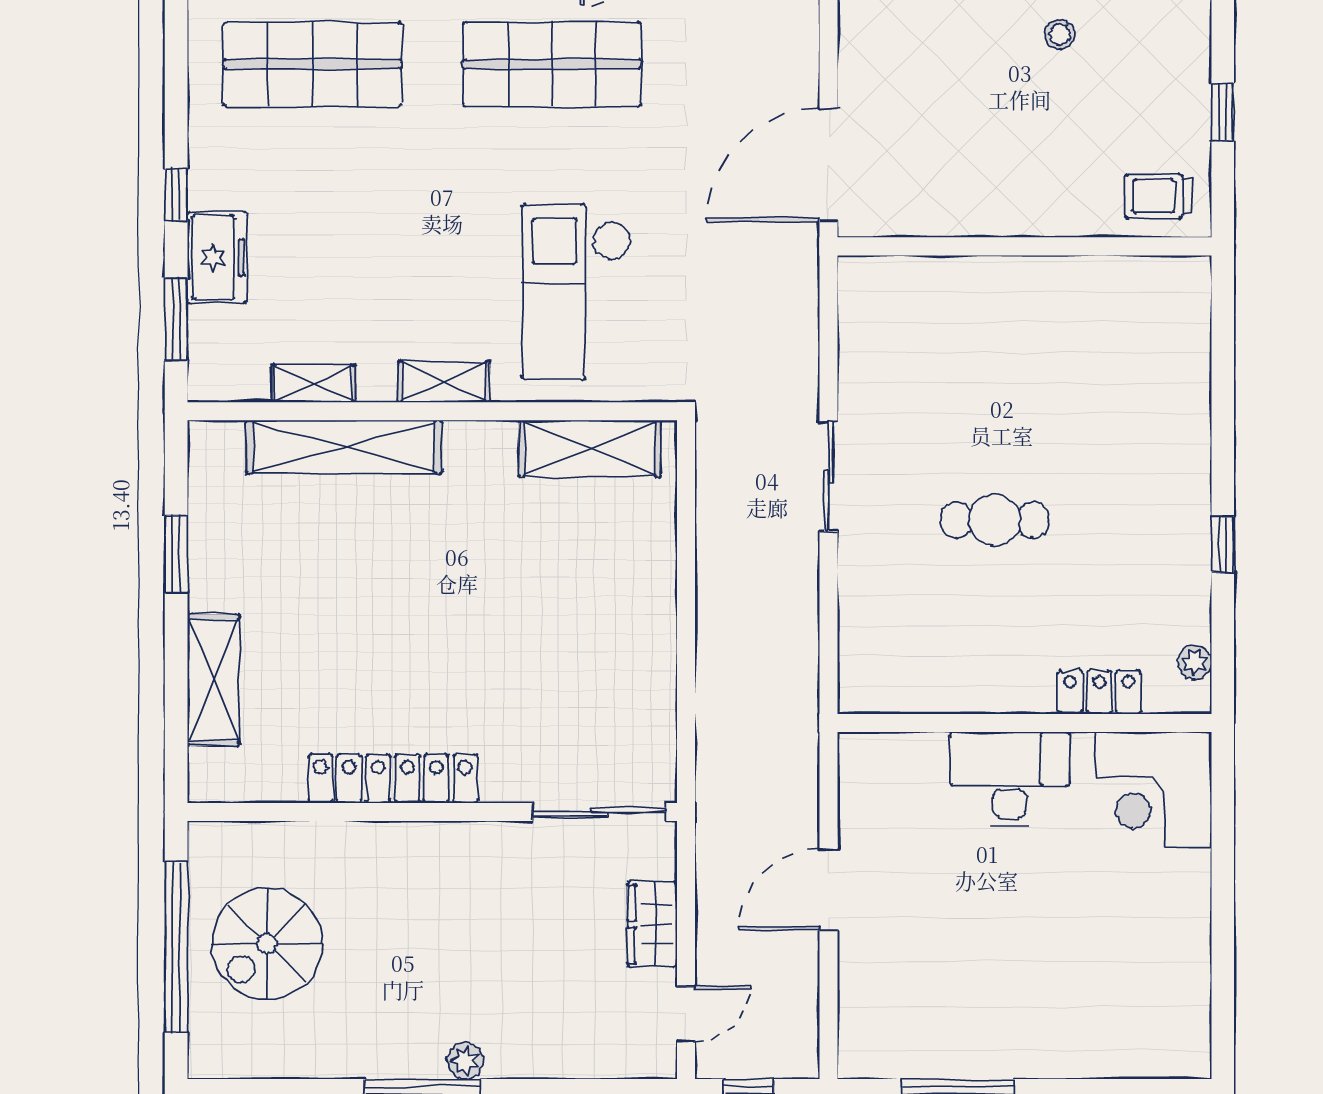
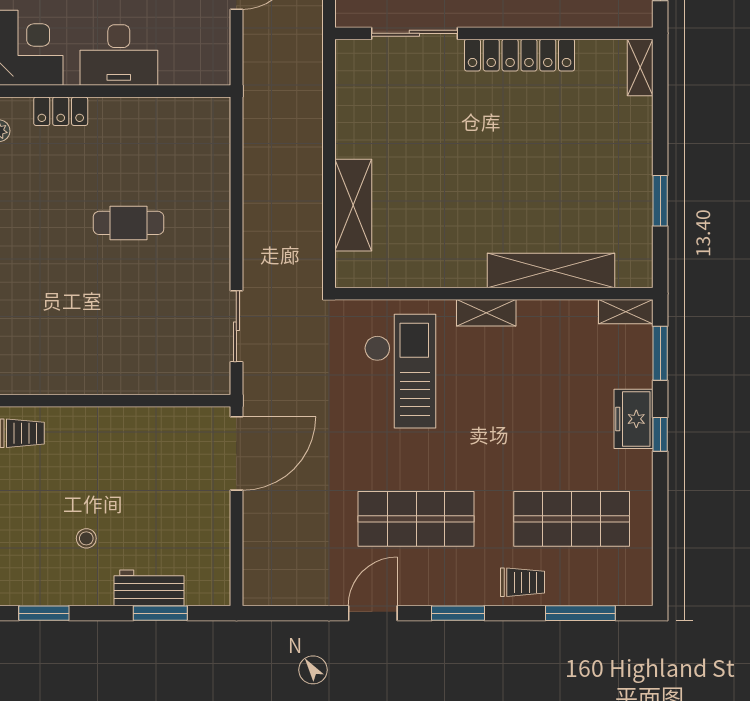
freezer: (217, 258) -> (634, 419), moved
shelving: (313, 383) -> (626, 312), moved
shelving: (590, 448) -> (353, 205), moved, turned 90
sliding door: (829, 476) -> (236, 326), moved
shelving: (213, 680) -> (640, 67), moved, width x0.67, depth x0.75
sliding door: (599, 812) -> (414, 33), moved

